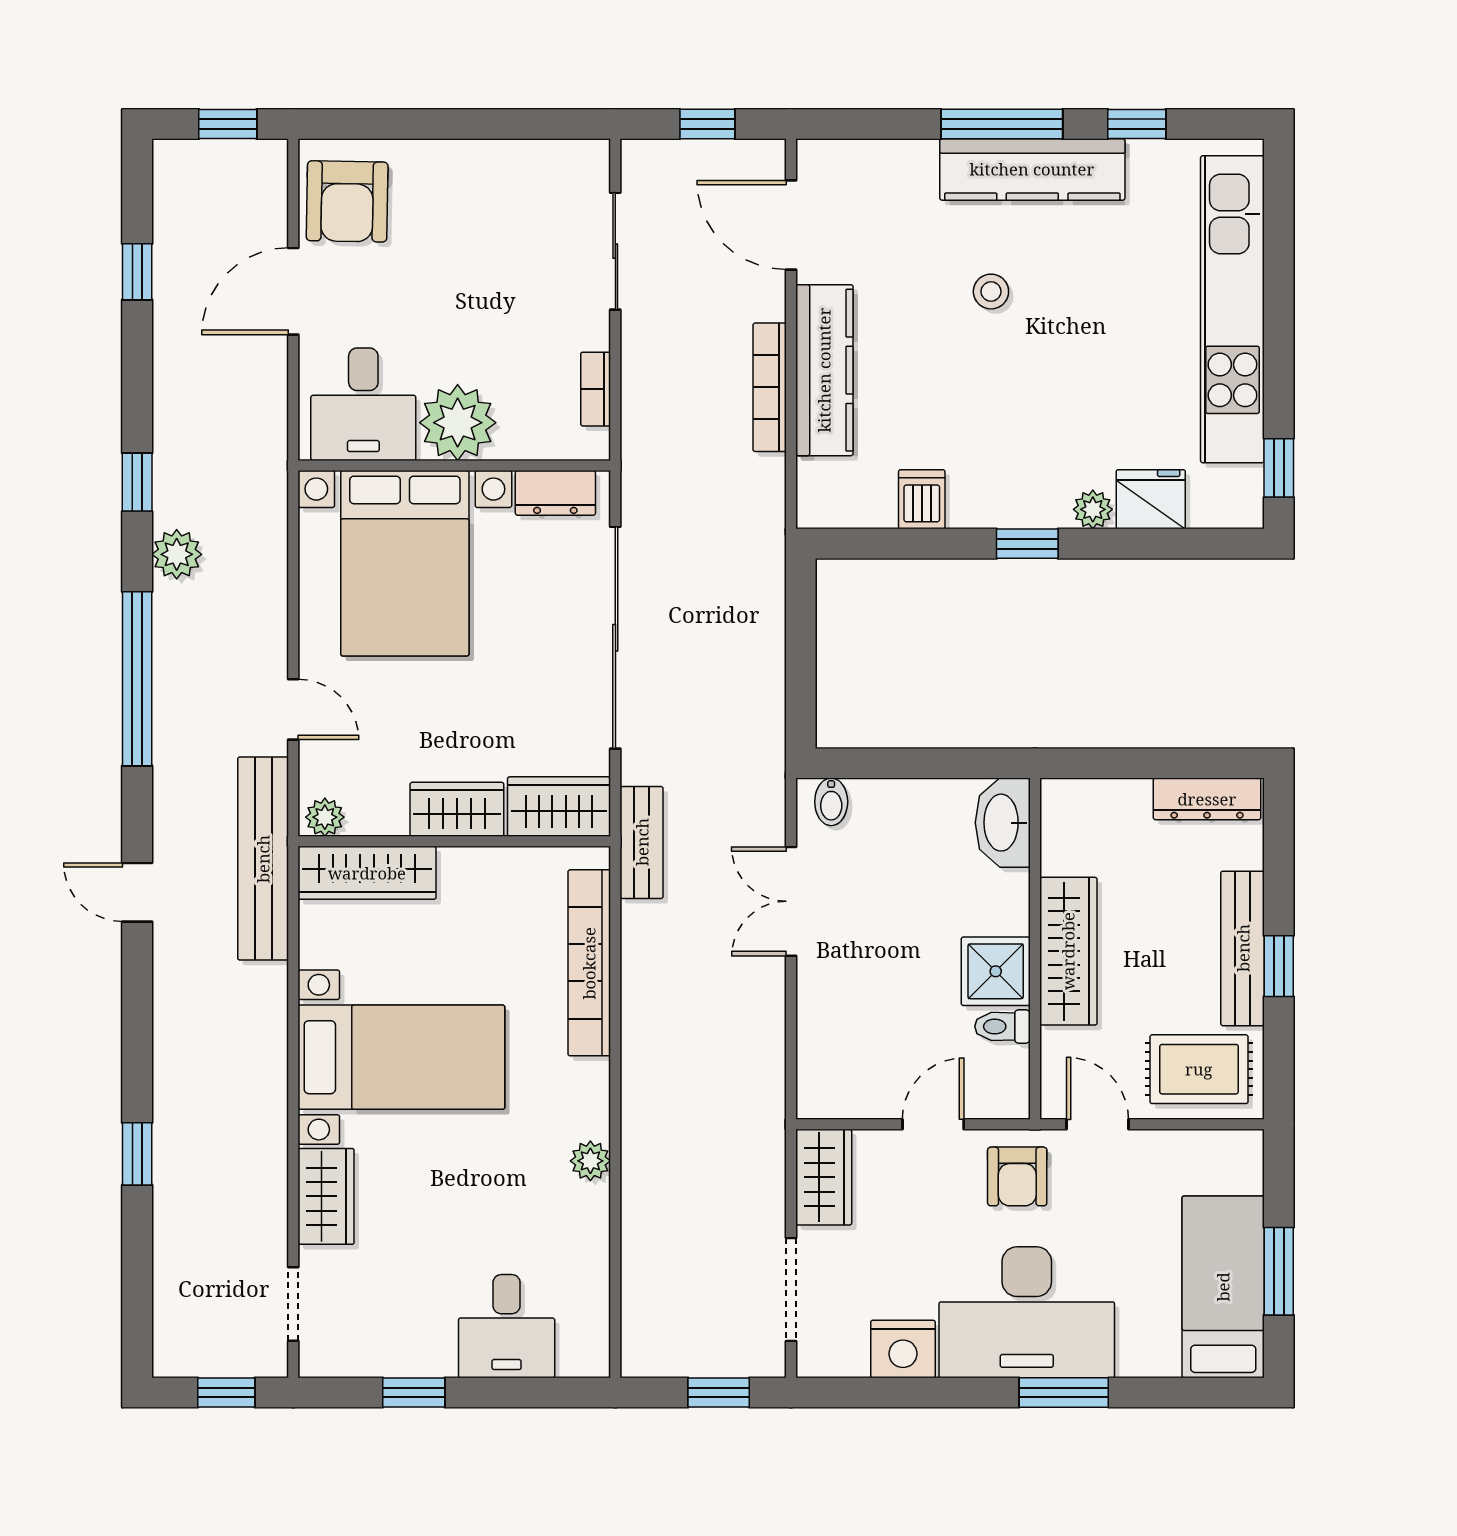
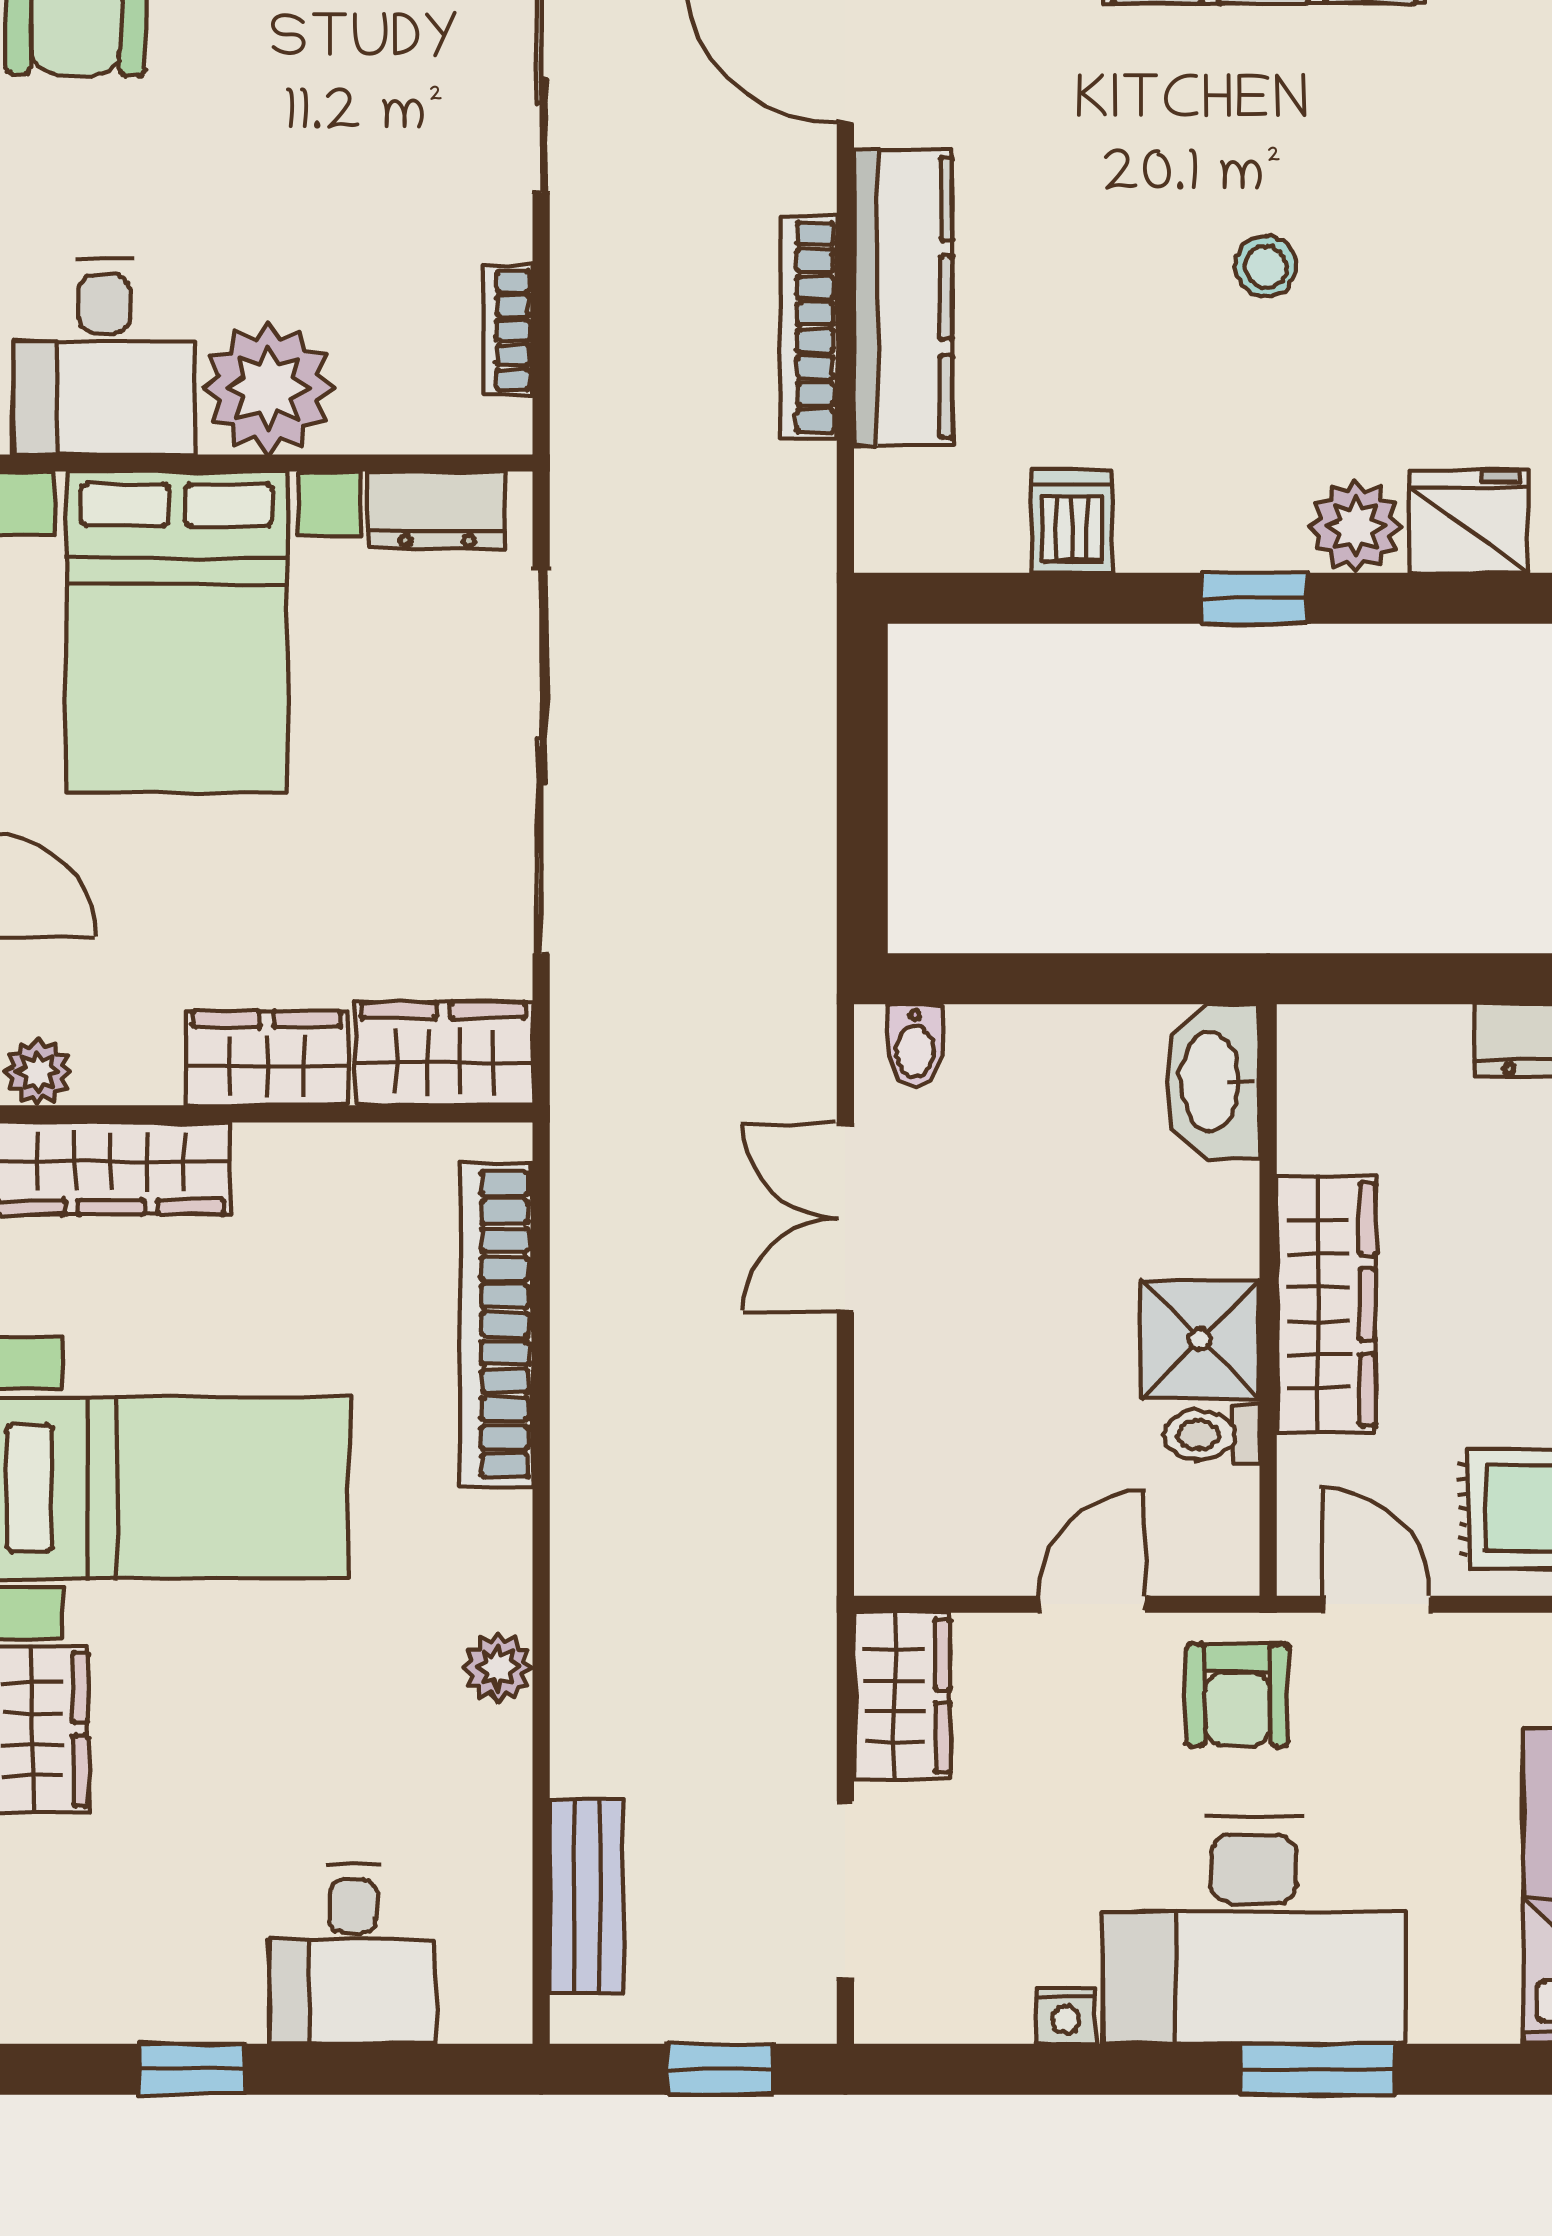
stool: (991, 292) -> (1266, 266), moved
plant: (1093, 509) -> (1356, 526), width x1.38, depth x1.38
bench: (642, 842) -> (587, 1896), moved
nightstand: (903, 1349) -> (1066, 2016), width x0.53, depth x0.56

